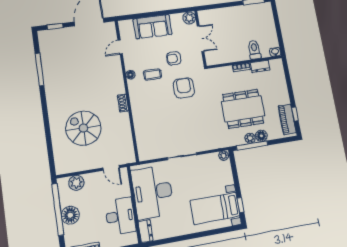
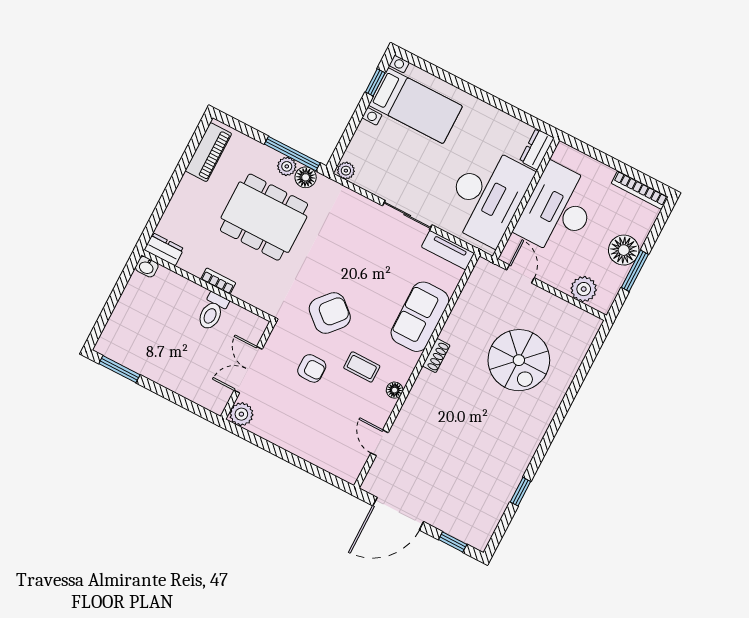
sofa: (153, 27) -> (420, 317), moved, turned -90
door: (120, 47) -> (380, 443), swing flipped
toilet: (254, 50) -> (212, 311), moved
dresser: (260, 66) -> (164, 249), moved
window: (40, 70) -> (520, 492), width x0.46
armchair: (184, 88) -> (330, 313), turned -139
window: (295, 114) -> (190, 151), removed
floor lamp: (261, 136) -> (306, 177), moved
tv unit: (152, 154) -> (448, 250), added
window: (58, 209) -> (635, 271), width x0.47
desk: (120, 216) -> (558, 210), width x1.36, depth x1.30

